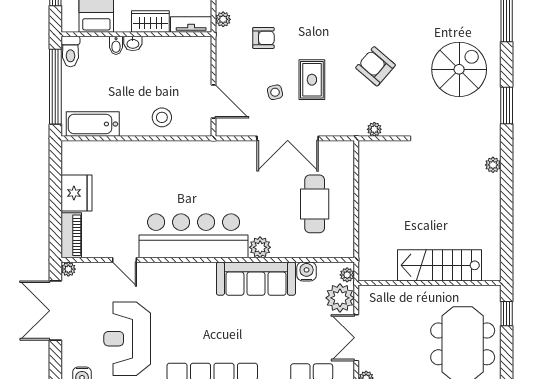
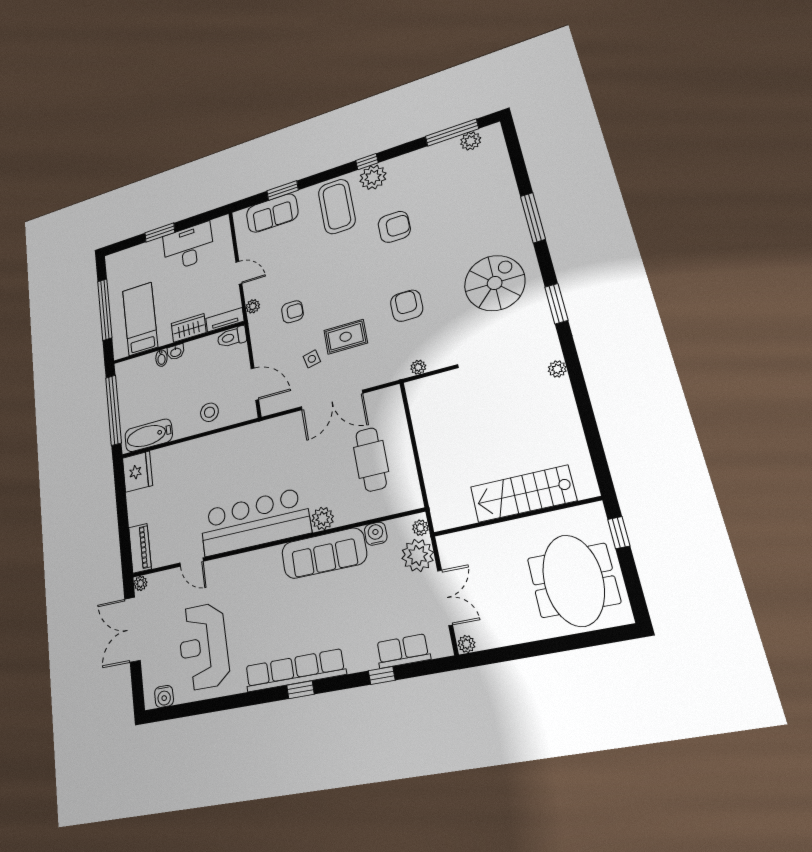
toilet: (70, 52) -> (232, 337), moved, turned 90
armchair: (376, 66) -> (407, 306), turned 49
rug: (312, 80) -> (346, 337), turned 90
fridge: (76, 193) -> (138, 472), moved
double door: (356, 338) -> (445, 598), swing flipped

